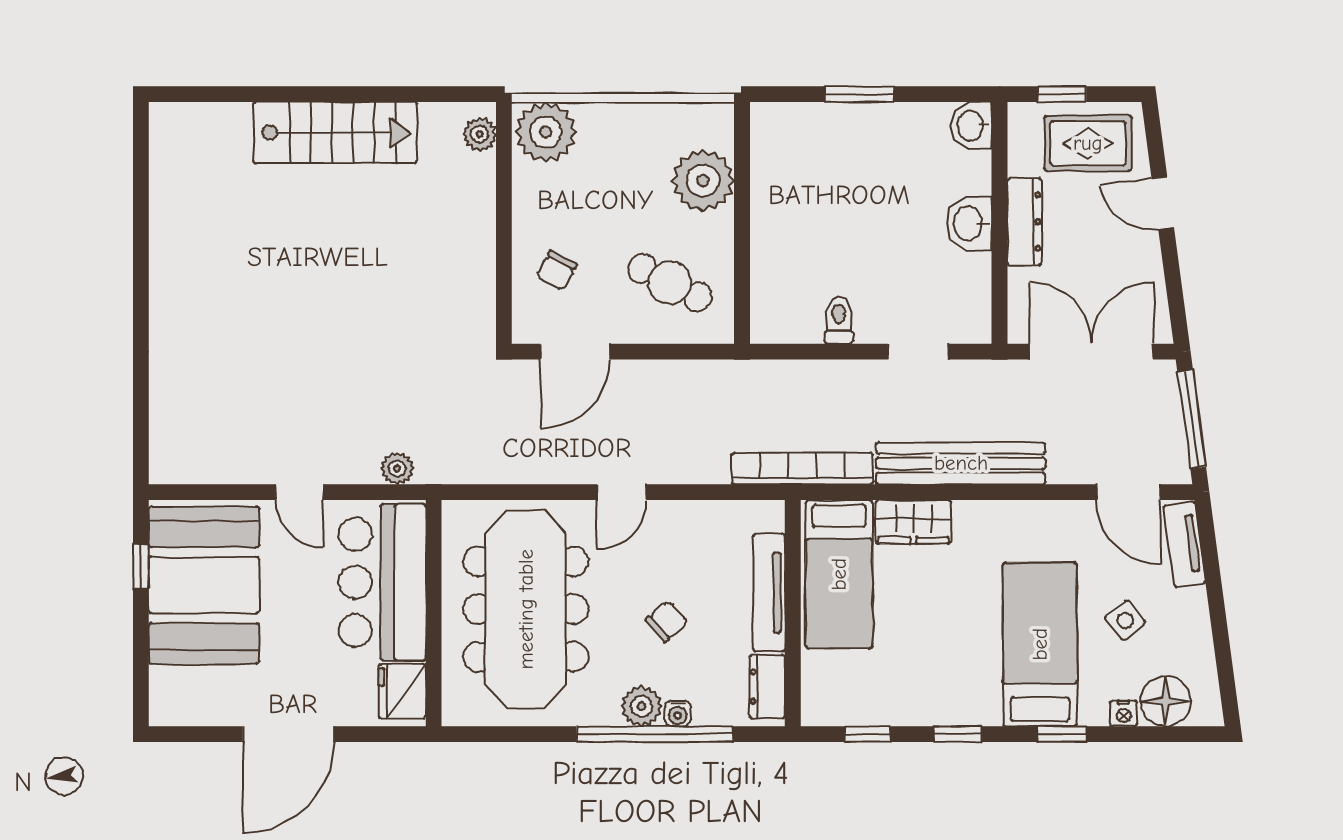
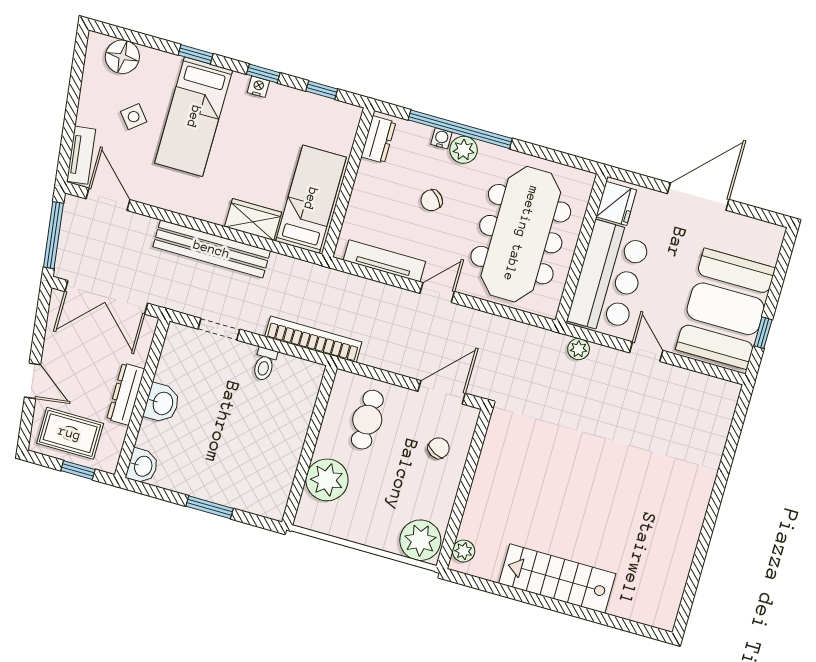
cafe table: (670, 283) -> (367, 420), turned 63
bookcase: (802, 468) -> (313, 339), moved, turned 180
tv unit: (769, 593) -> (384, 261), moved, turned -90
nightstand: (1123, 713) -> (258, 87), moved

